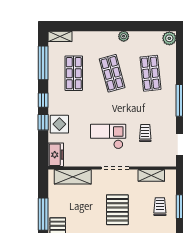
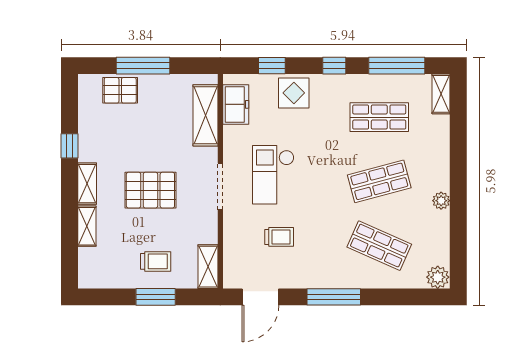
shop shelf: (150, 73) -> (379, 246), turned 30
window: (43, 122) -> (272, 66), moved
checkout: (108, 136) -> (273, 175), turned 180
freezer: (56, 155) -> (236, 104), moved, turned -90
shelving: (151, 175) -> (208, 267), moved

